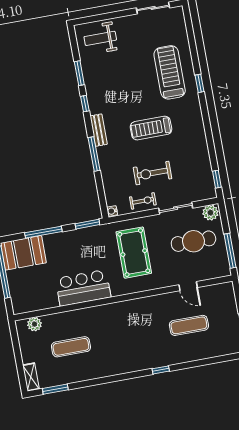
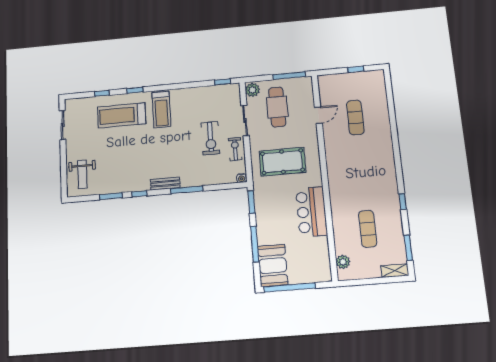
window: (193, 47) -> (102, 93), added
treadmill: (151, 128) -> (161, 109), moved
window: (161, 370) -> (403, 201), moved

